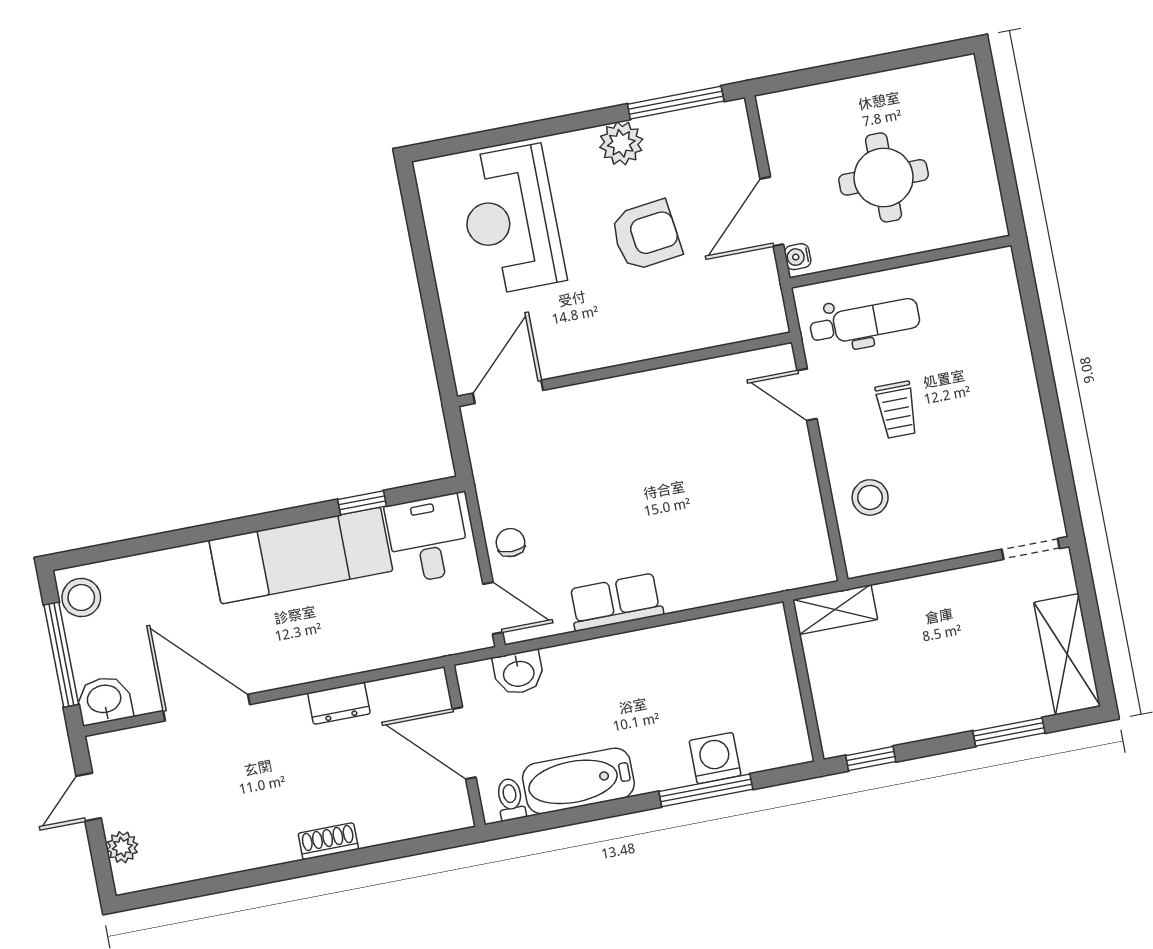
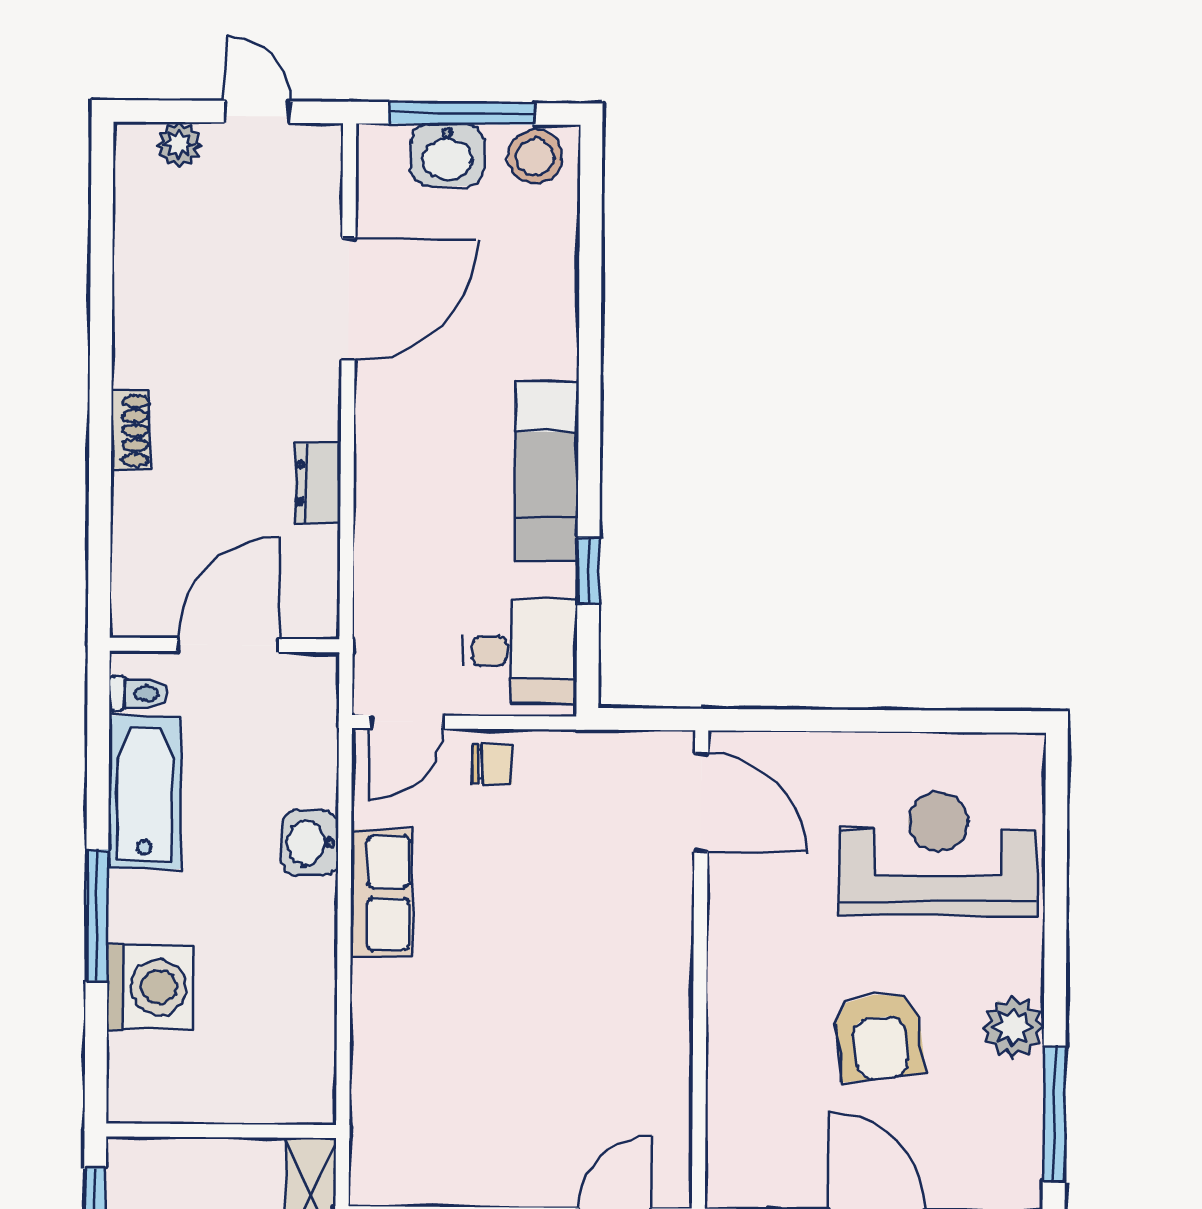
exam couch: (301, 556) -> (547, 471), width x0.73, depth x0.69
washbasin: (519, 673) -> (310, 843), moved
washbasin: (104, 700) -> (447, 155), moved, turned 90
washing machine: (715, 758) -> (150, 987), width x1.37, depth x1.37
window: (706, 790) -> (97, 915), moved

